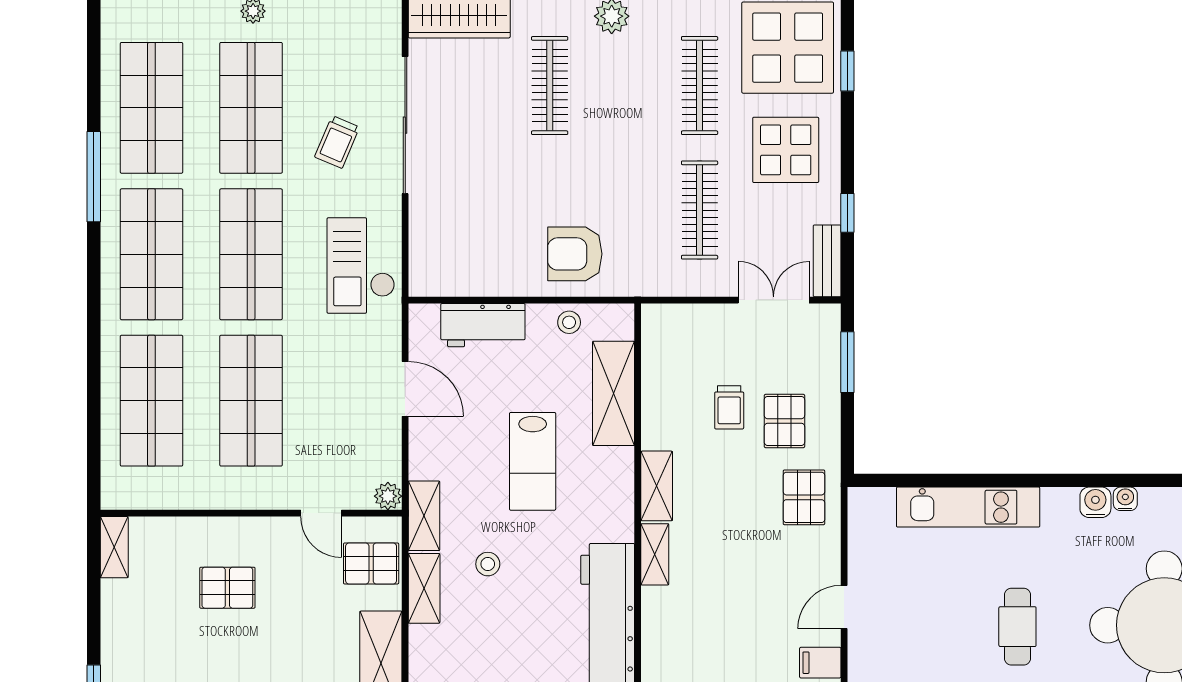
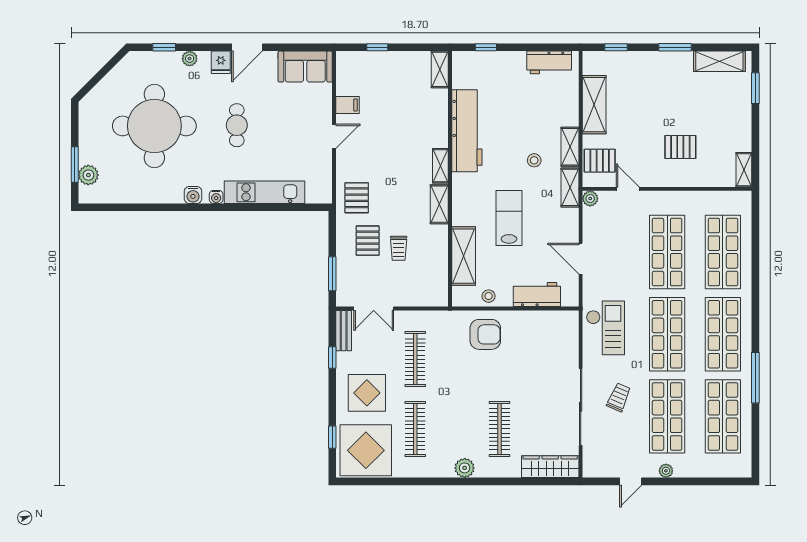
trolley: (729, 407) -> (399, 248), turned 180
water cooler: (1125, 499) -> (216, 197), moved

